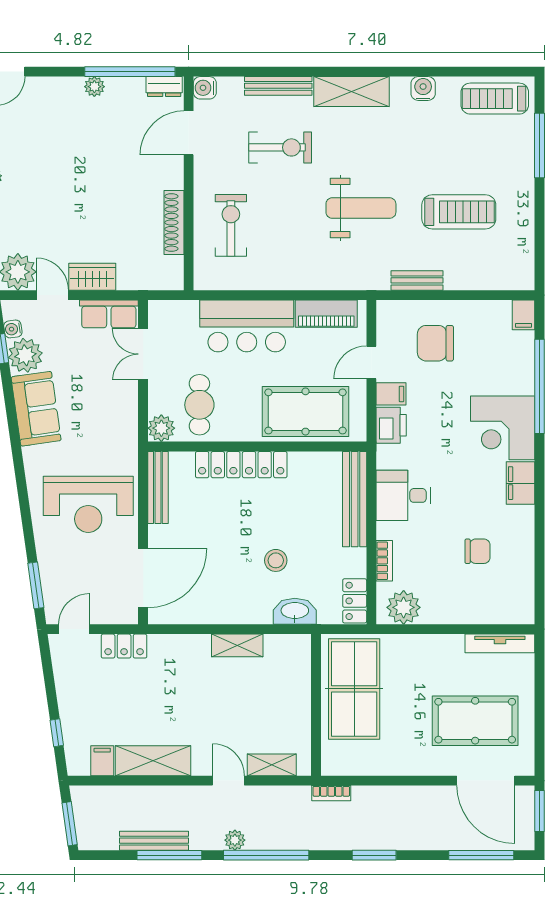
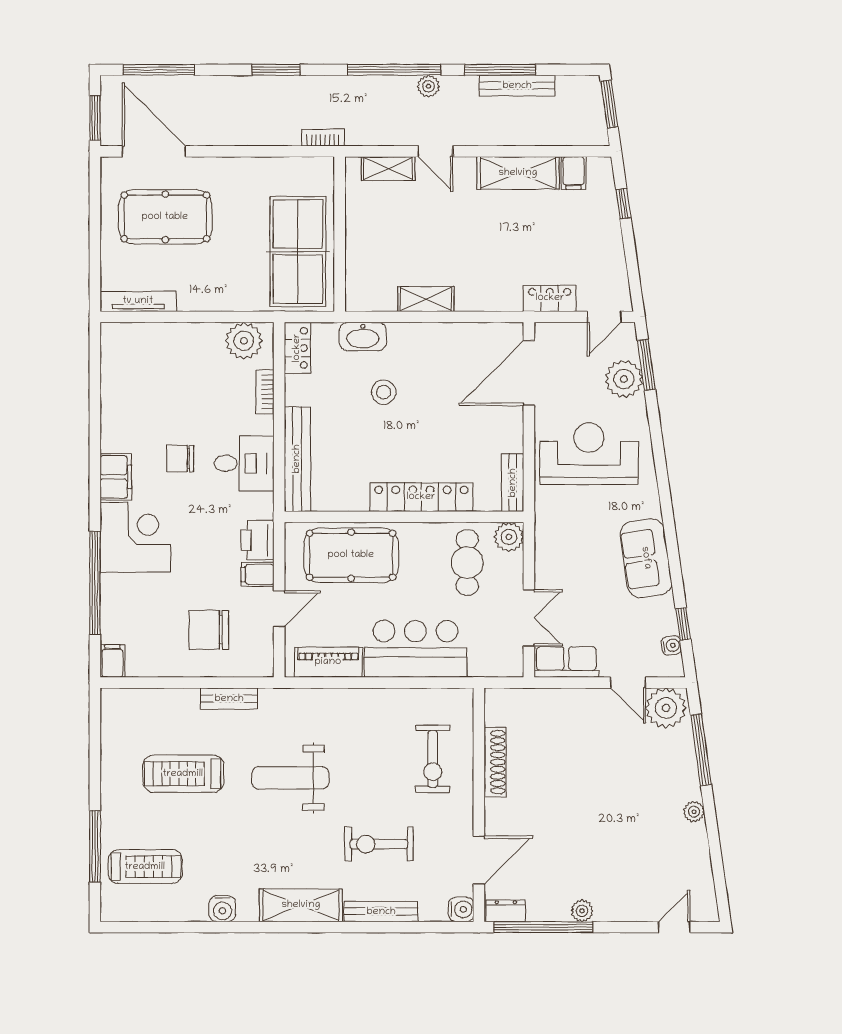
treadmill: (495, 99) -> (145, 867), moved
wardrobe: (92, 277) -> (585, 703), removed
chair: (435, 343) -> (209, 630), turned 180
plant: (25, 355) -> (624, 379), moved
bench: (158, 487) -> (513, 483), width x0.73
chair: (478, 551) -> (180, 459), moved

